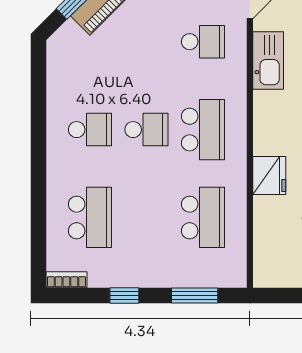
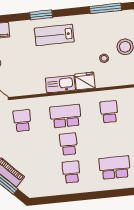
kitchen sink: (268, 61) -> (60, 84), moved
school desk: (203, 217) -> (109, 112), width x0.54

